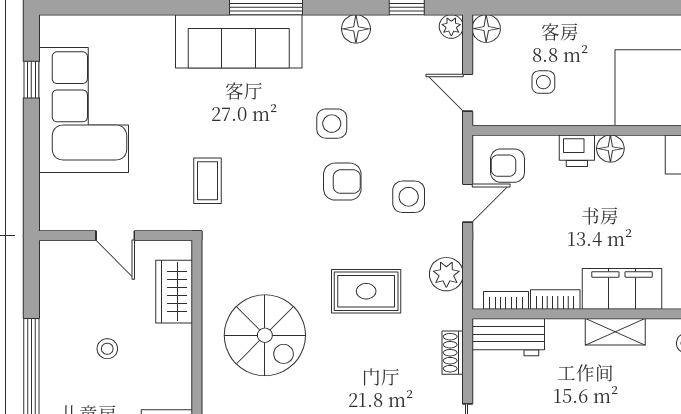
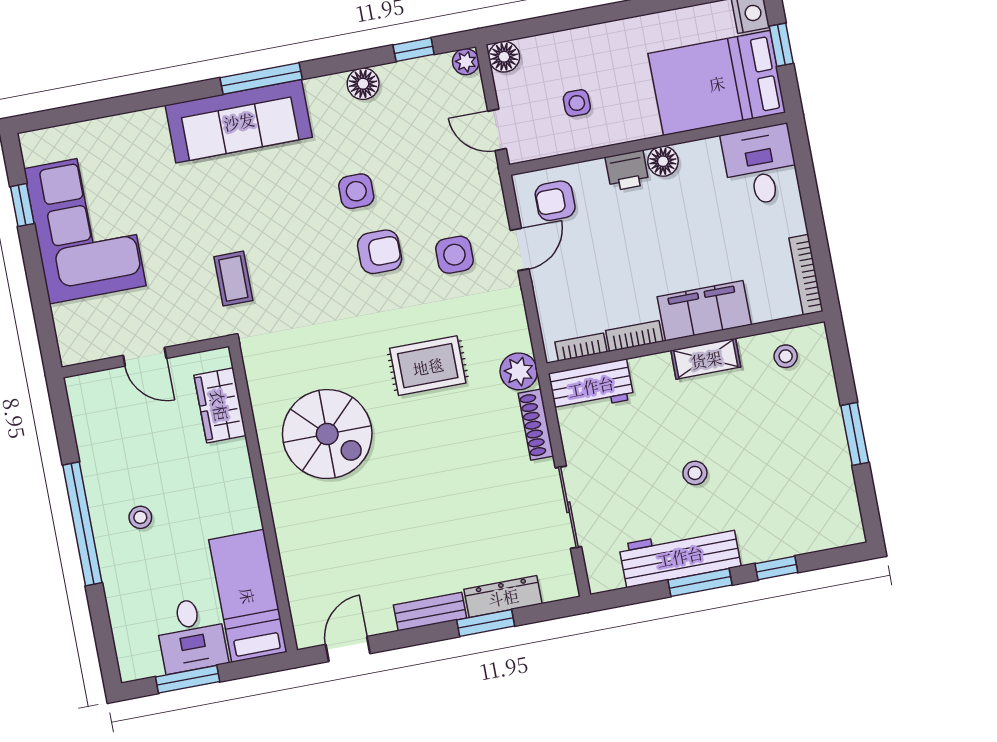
plant: (446, 274) -> (519, 371), moved
stool: (107, 349) -> (140, 517), moved
shoe rack: (453, 353) -> (536, 425), width x1.43

